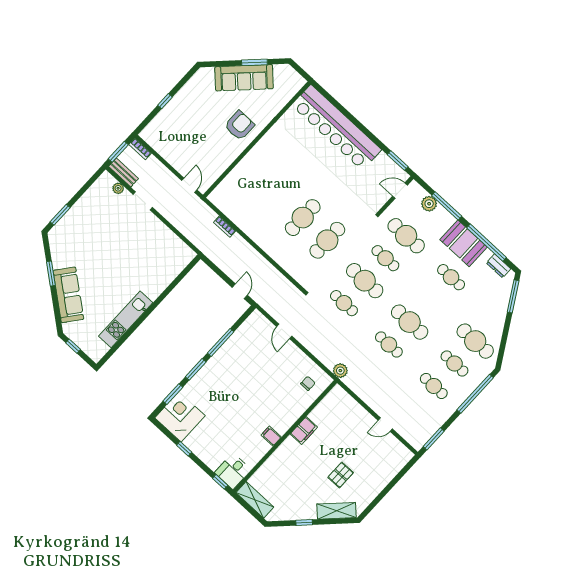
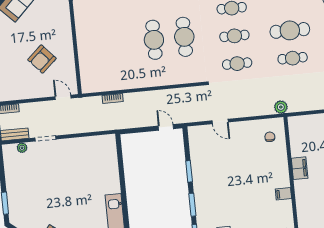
armchair: (239, 126) -> (42, 59), moved, turned -132
cafe table: (365, 281) -> (234, 36), width x0.73, depth x0.74
window: (221, 342) -> (189, 171), width x0.69

